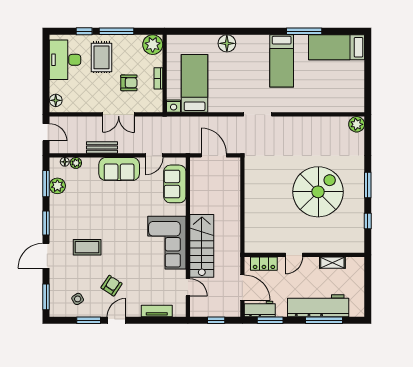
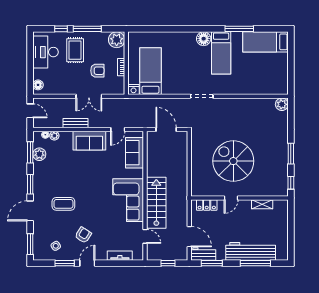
floor lamp: (227, 43) -> (204, 39), moved
spiral stairs: (318, 192) -> (233, 161), moved, turned -90
door: (294, 255) -> (231, 198), moved
wall: (304, 255) -> (240, 198), moved
shelving: (332, 263) -> (262, 204), moved
locker: (264, 264) -> (207, 205), moved

